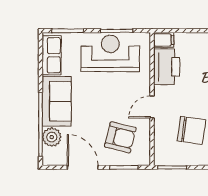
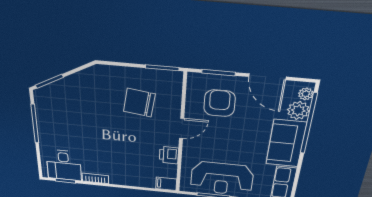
printer: (167, 67) -> (169, 155), width x0.53, depth x0.68
armchair: (120, 137) -> (220, 103), turned 75
plant: (48, 154) -> (306, 94), added

